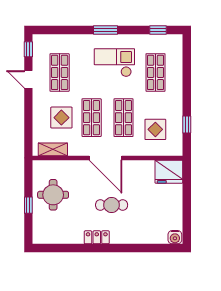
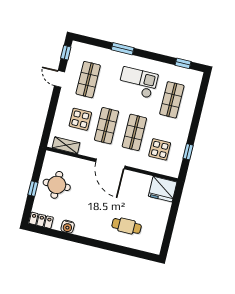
window: (105, 30) -> (123, 49), moved
cafe table: (112, 205) -> (127, 226), moved
locker: (97, 237) -> (41, 220), moved
water cooler: (175, 237) -> (68, 227), moved

